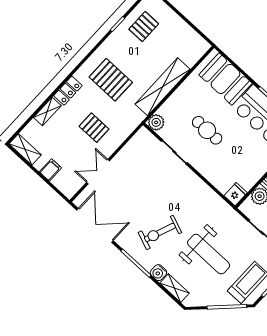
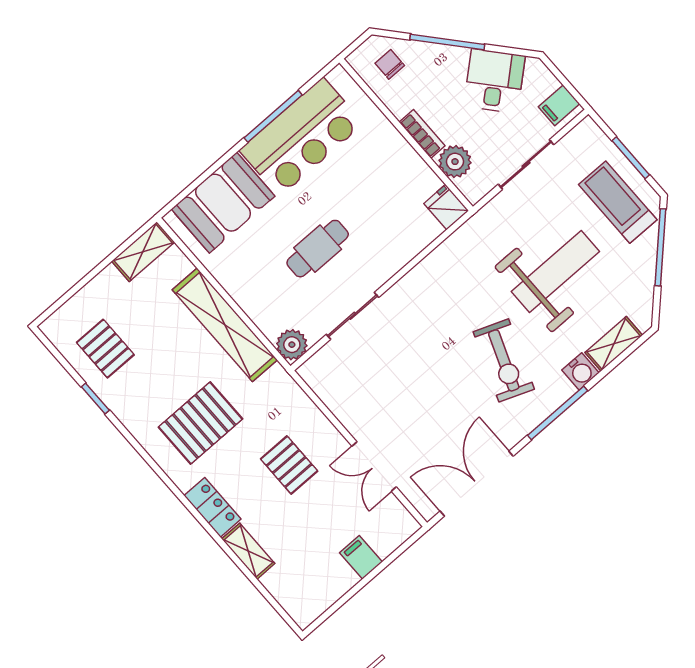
pallet: (94, 128) -> (289, 465), turned 90
shelving: (25, 149) -> (143, 252), moved

